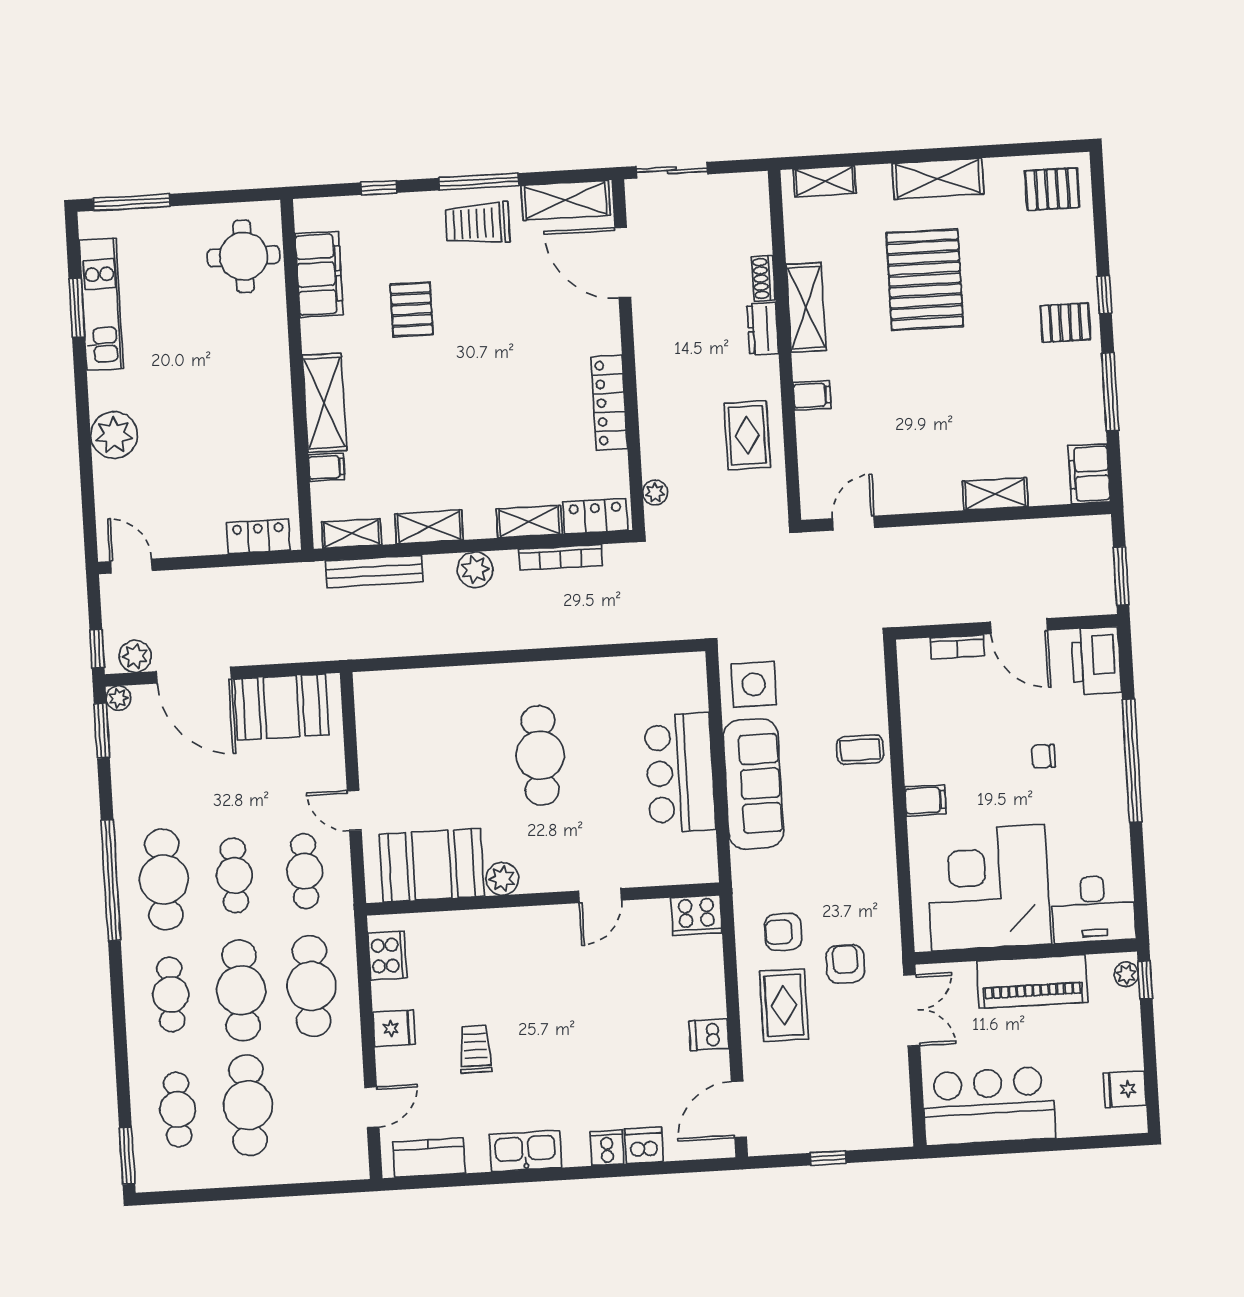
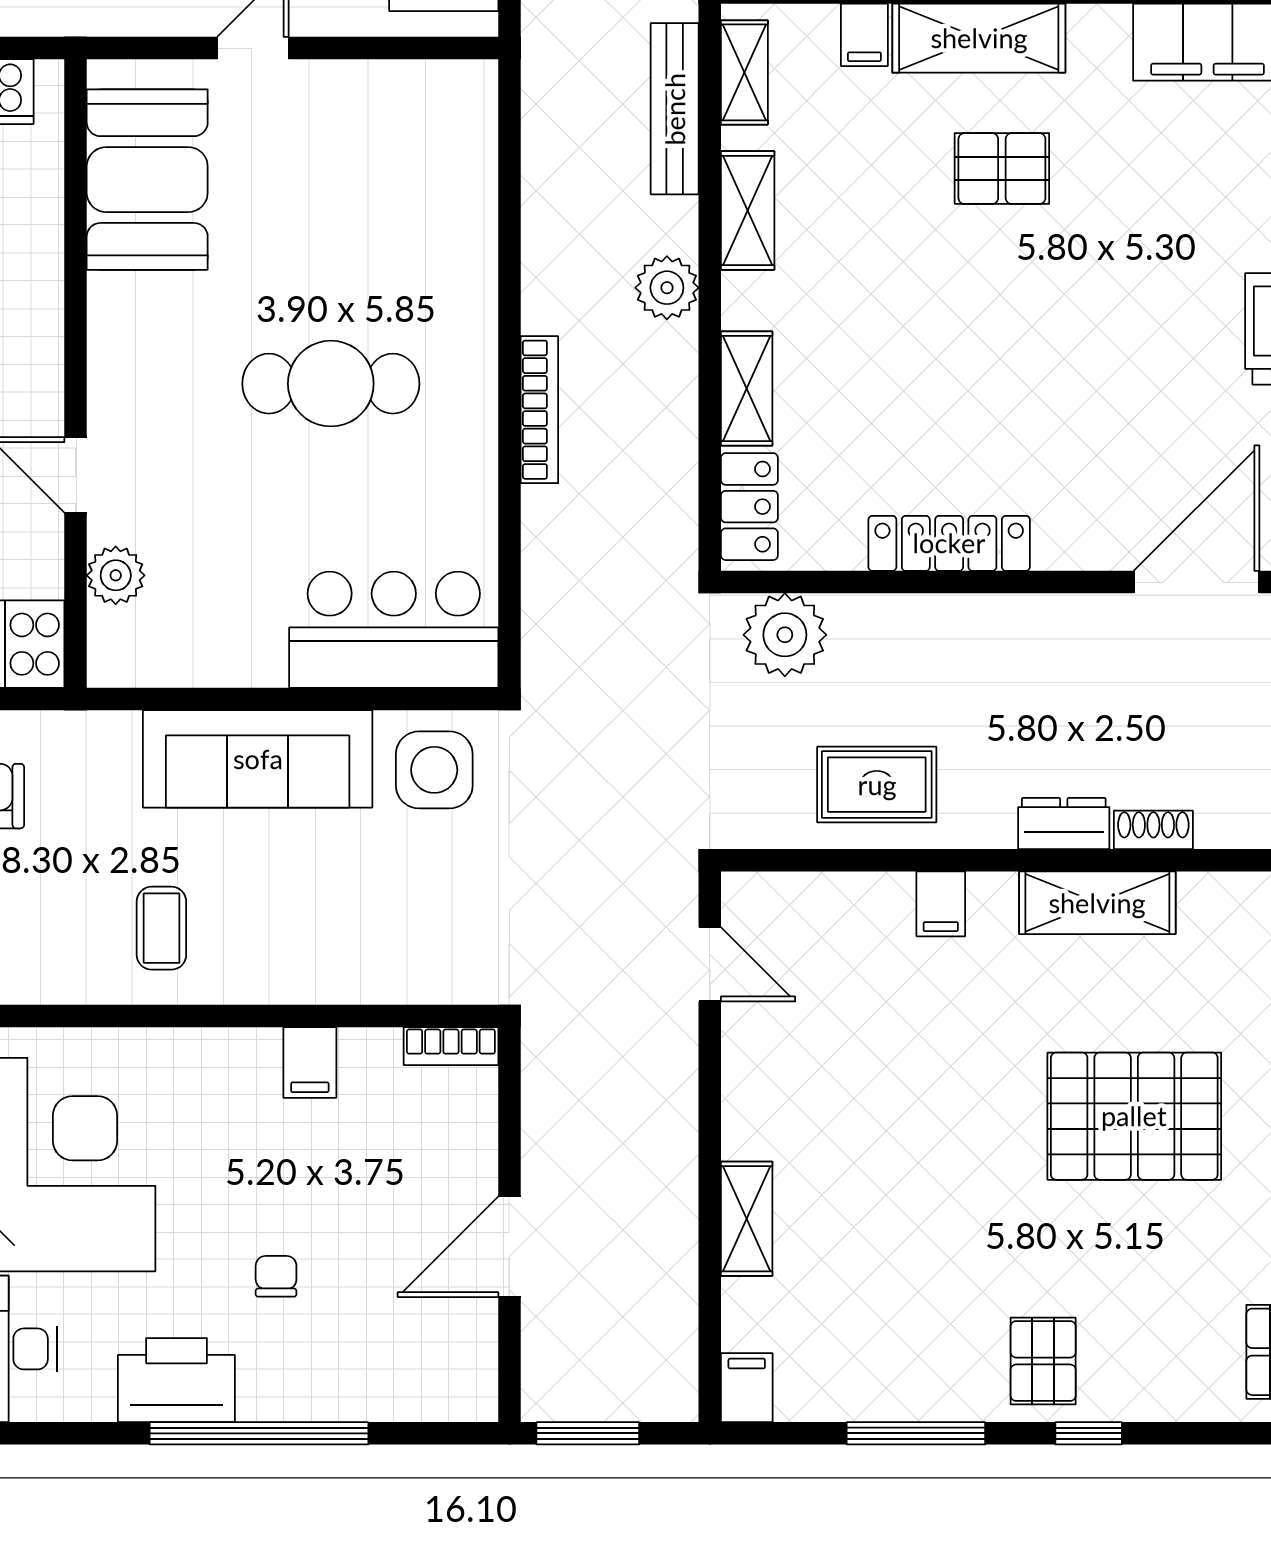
pallet: (412, 309) -> (1002, 169), moved
filing cabinet: (1089, 474) -> (747, 1388), width x0.50
plant: (655, 493) -> (785, 635), width x1.88, depth x1.88
bookcase: (560, 557) -> (539, 410), moved, turned 180
bookcase: (957, 647) -> (451, 1046), moved, turned -90
printer: (1096, 661) -> (176, 1380), moved
coffee table: (860, 750) -> (161, 928), moved
bar counter: (680, 773) -> (394, 630), moved
filing cabinet: (925, 800) -> (310, 1063), moved
plant: (502, 879) -> (116, 575), moved

